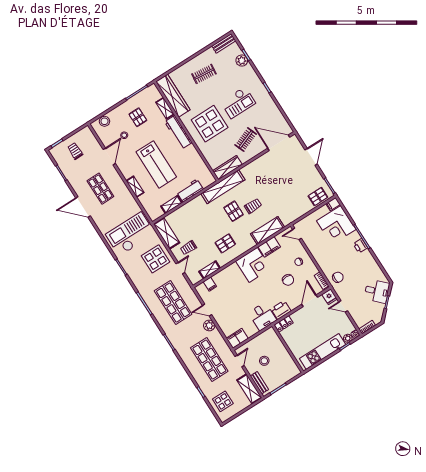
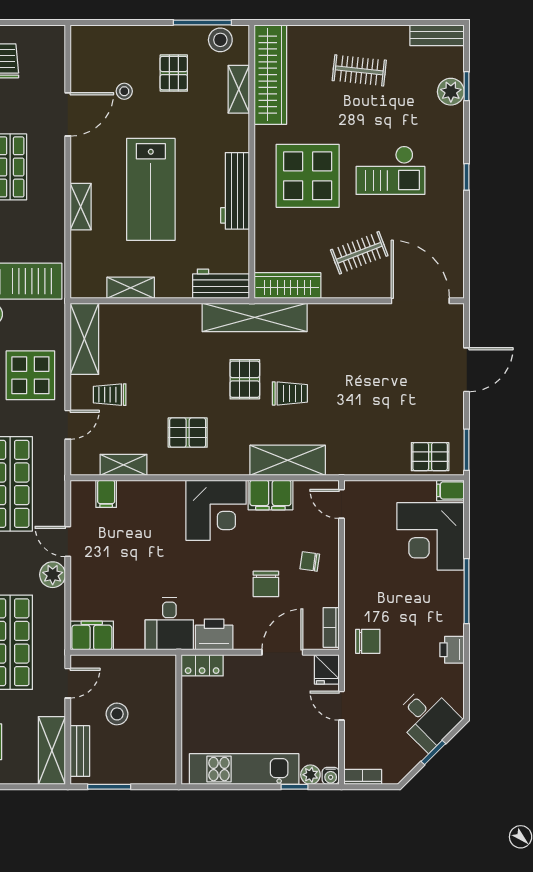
stool: (104, 121) -> (220, 40), moved
workbench: (178, 132) -> (235, 191), moved
workbench: (190, 191) -> (221, 284), moved
printer: (360, 246) -> (452, 650), moved

